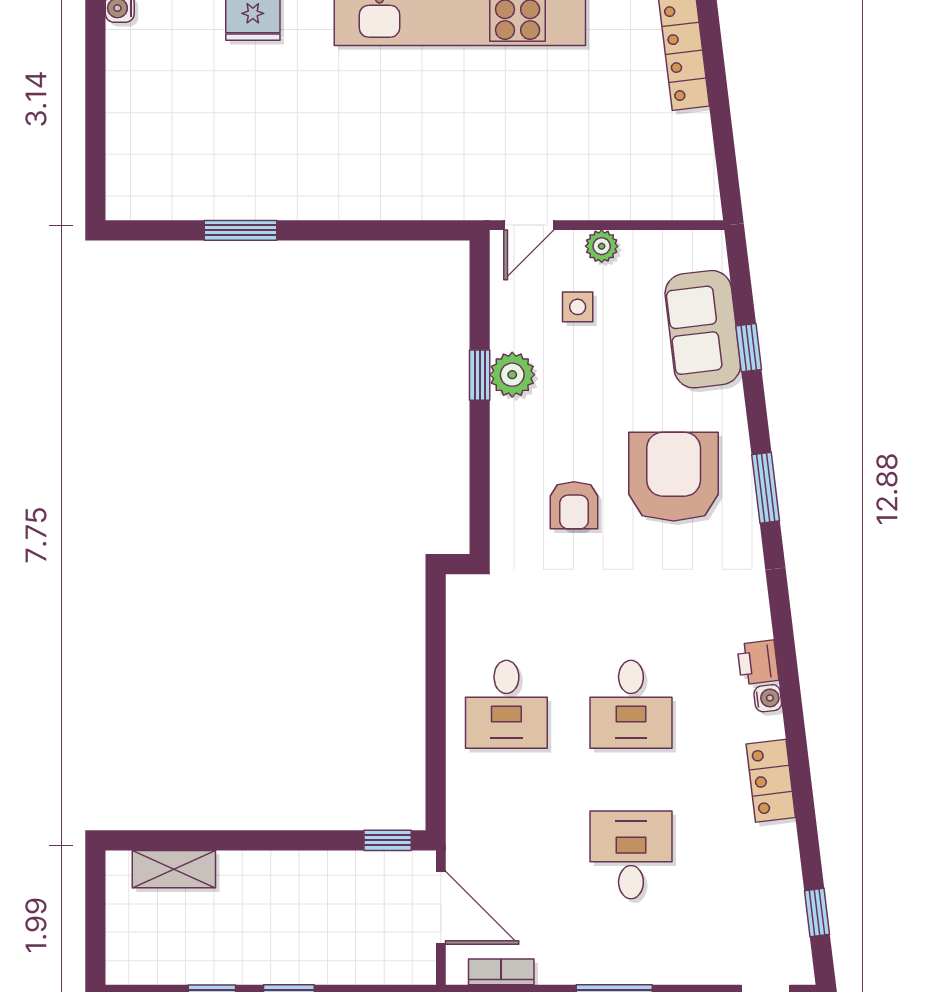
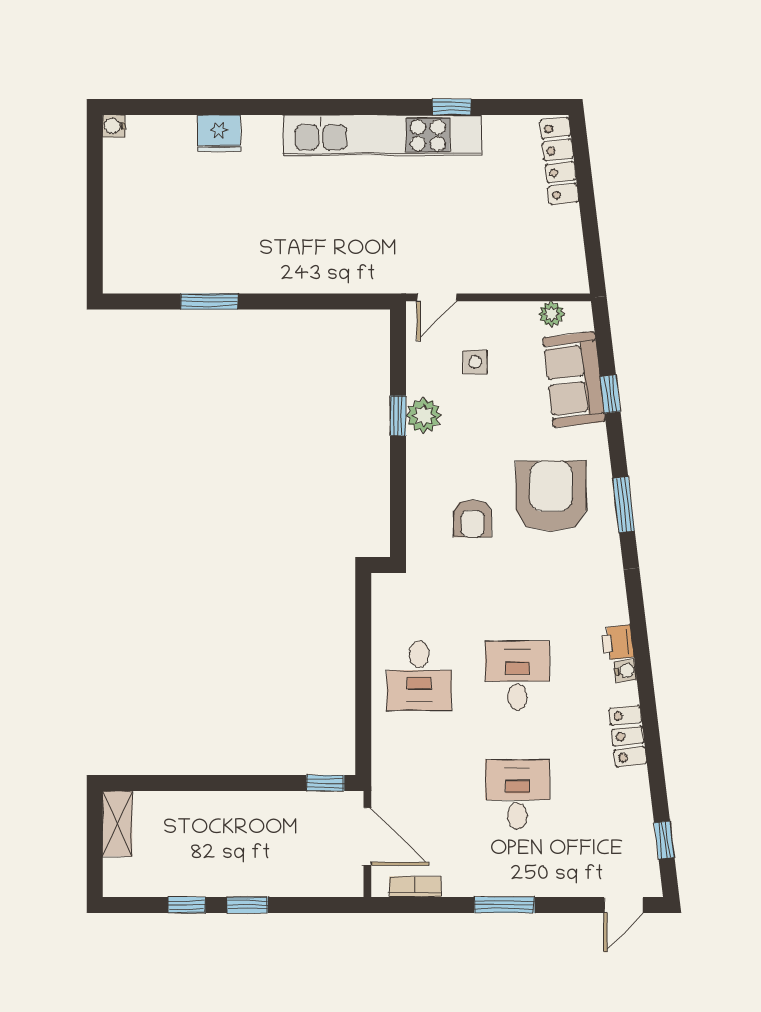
plant: (602, 246) -> (551, 314), moved
desk: (631, 704) -> (517, 676), turned 180
shelving: (174, 869) -> (117, 824), moved, turned 90

